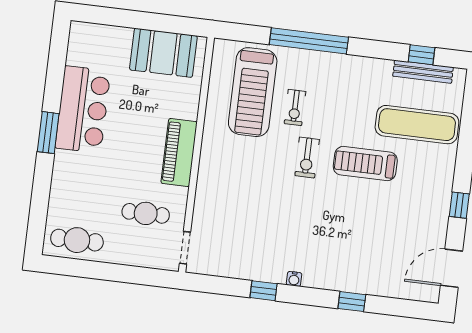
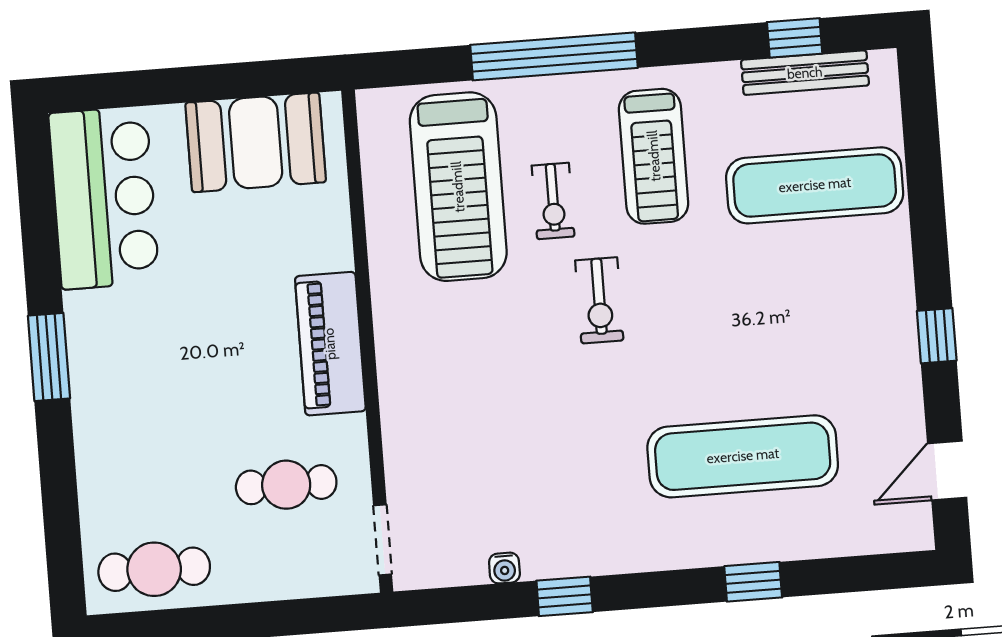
bar counter: (83, 109) -> (104, 198), moved
treadmill: (365, 164) -> (654, 156), moved, turned -90
exercise mat: (359, 243) -> (743, 456), added
door: (452, 268) -> (947, 470), width x0.73
water cooler: (294, 279) -> (504, 568), moved

